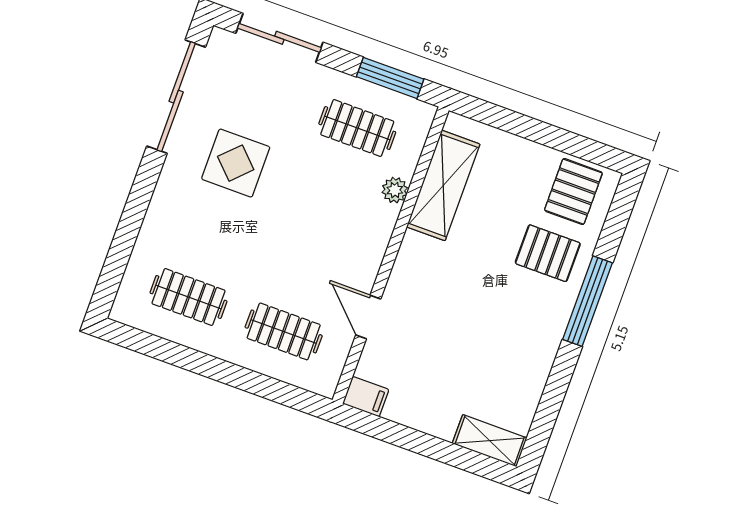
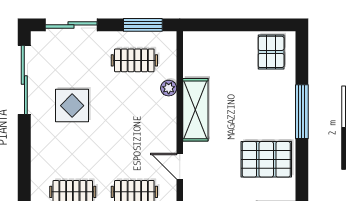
shelving: (443, 185) -> (195, 110), moved
pallet: (548, 253) -> (266, 159), moved, width x1.50, depth x1.42

